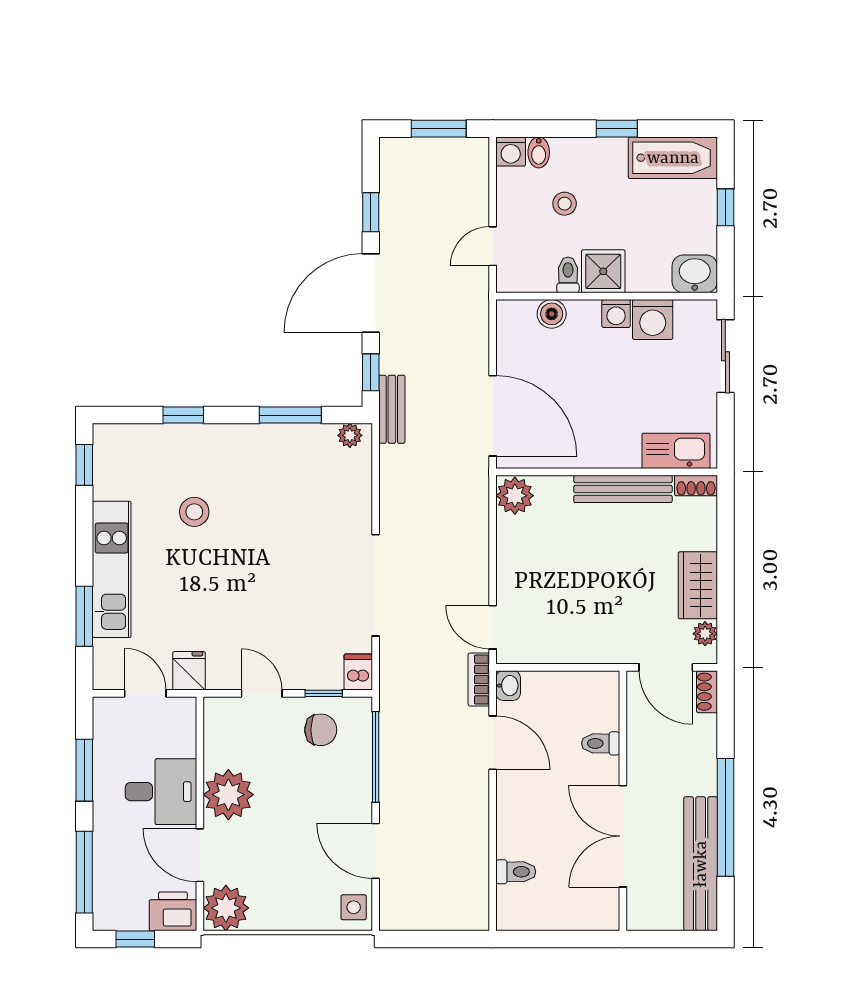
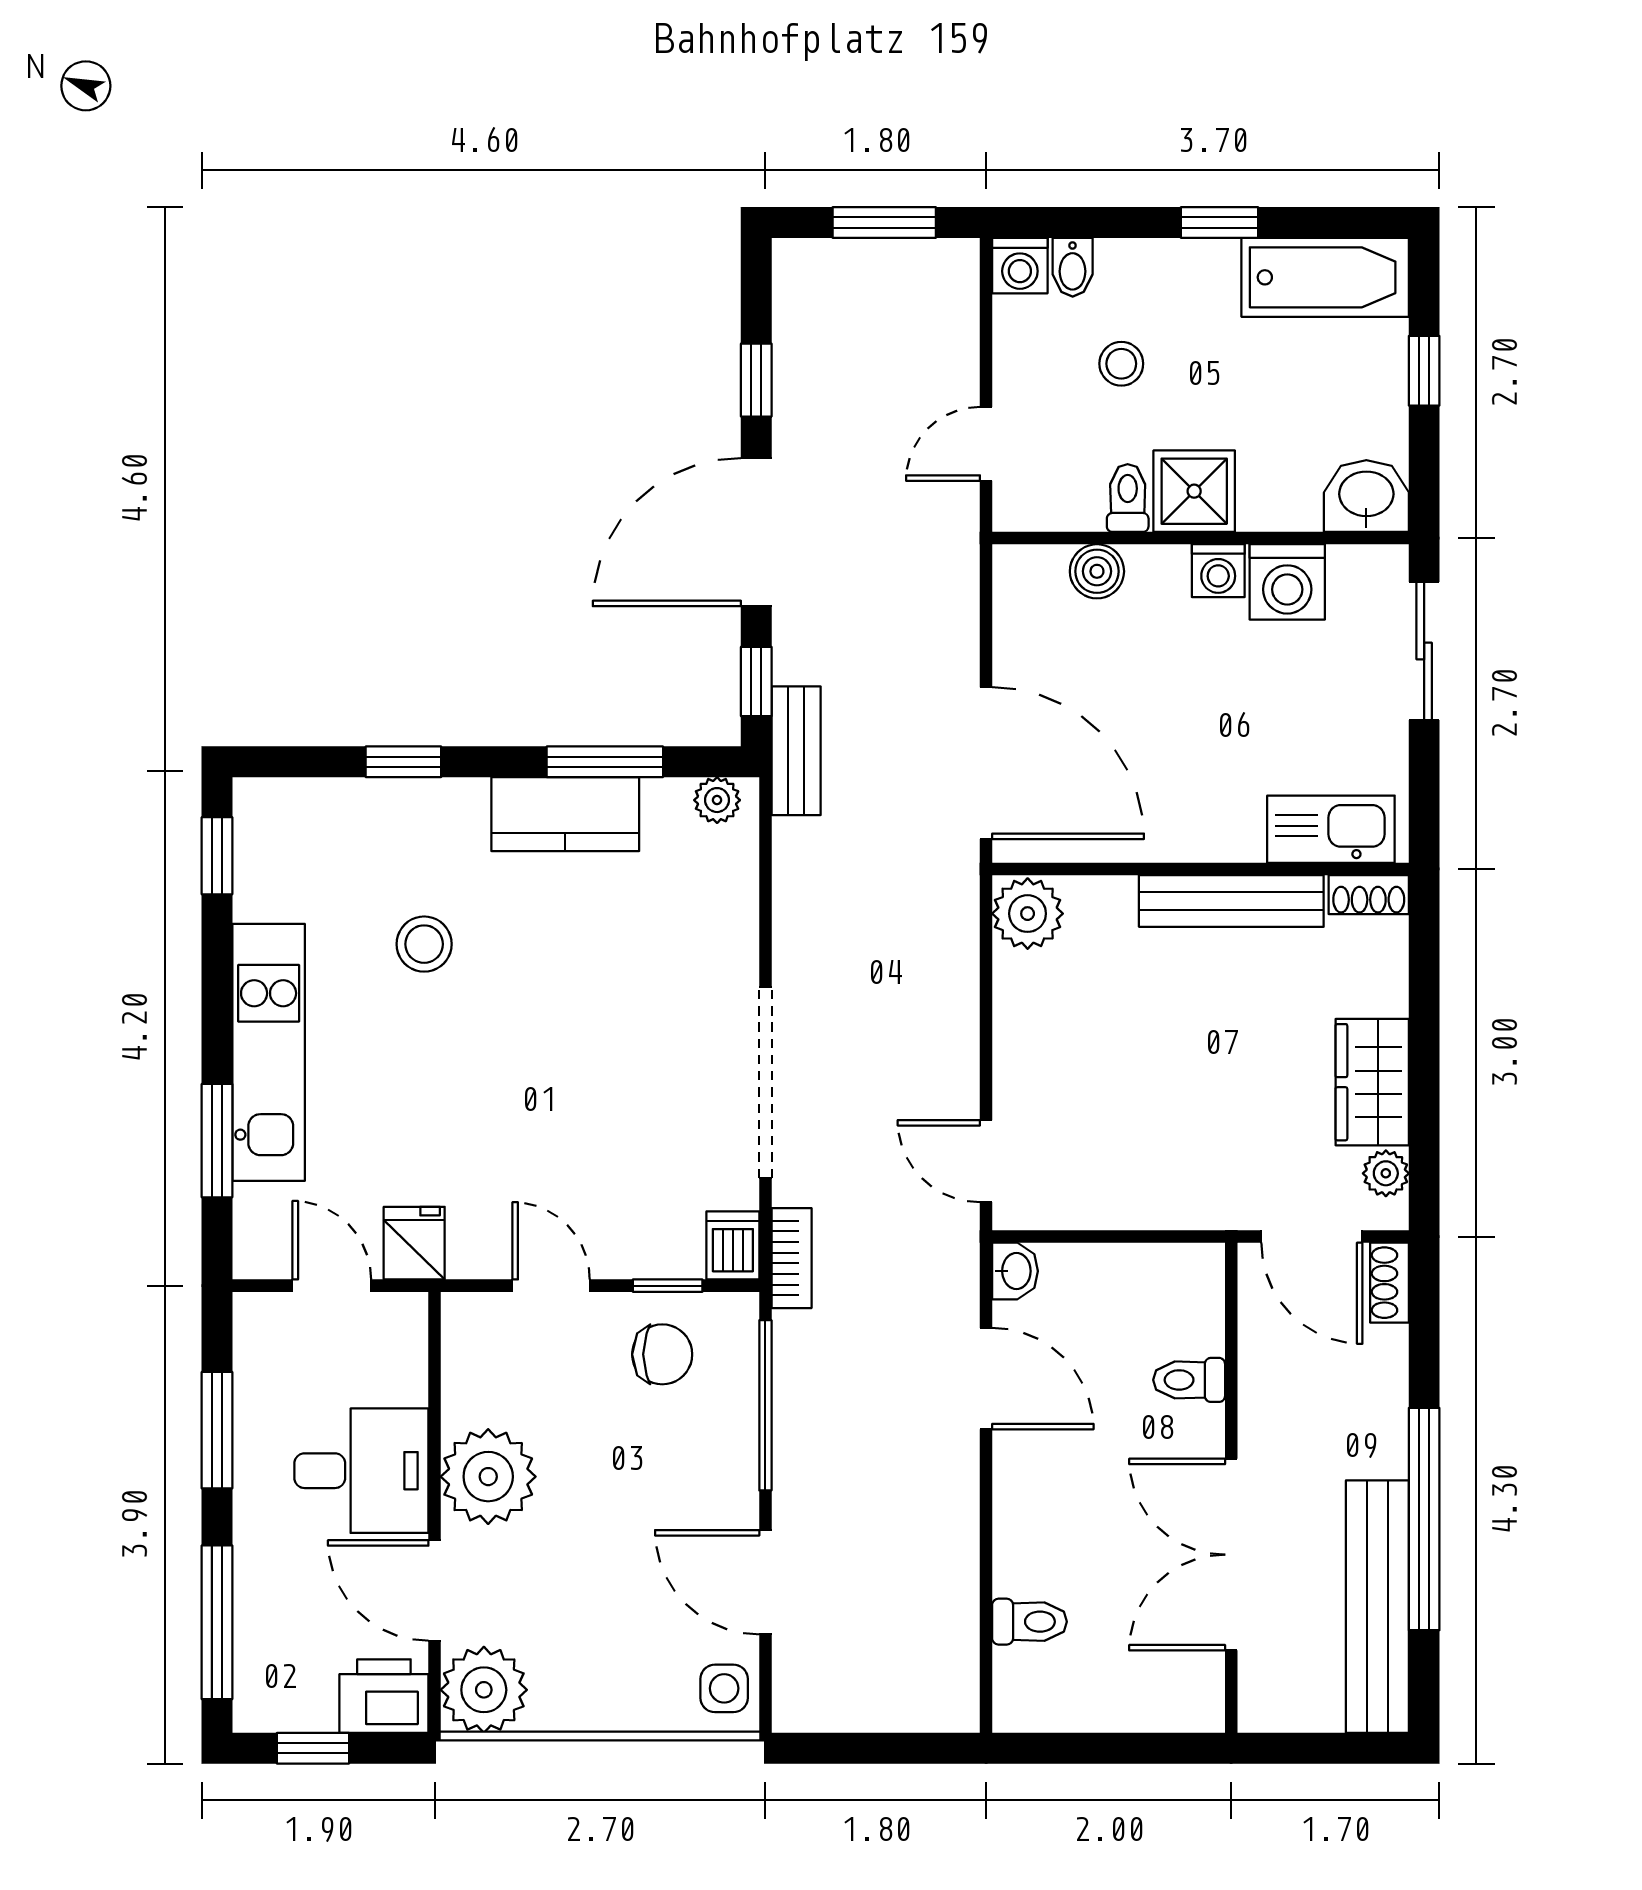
kitchen counter: (269, 443) -> (565, 814), added
bookcase: (479, 680) -> (792, 1258), moved, turned 180

